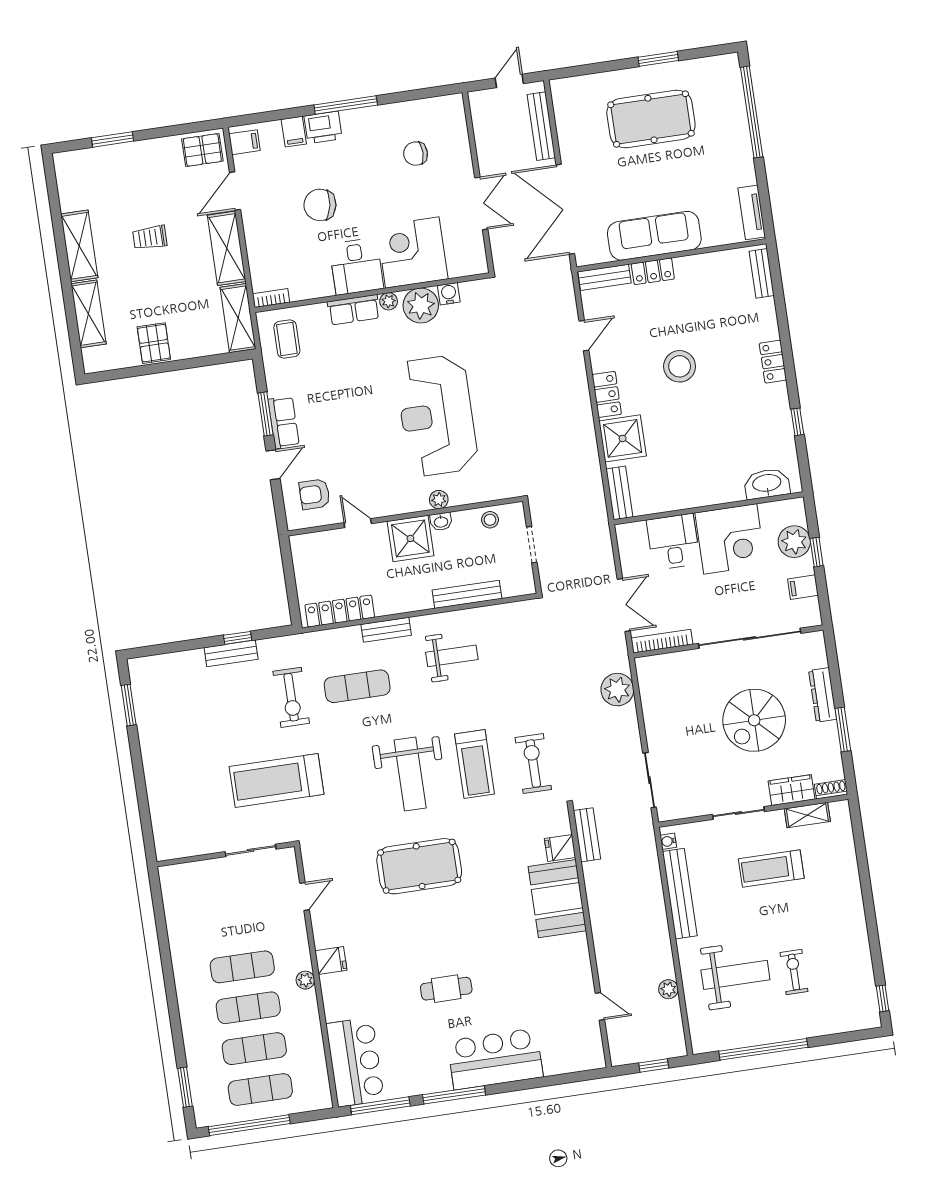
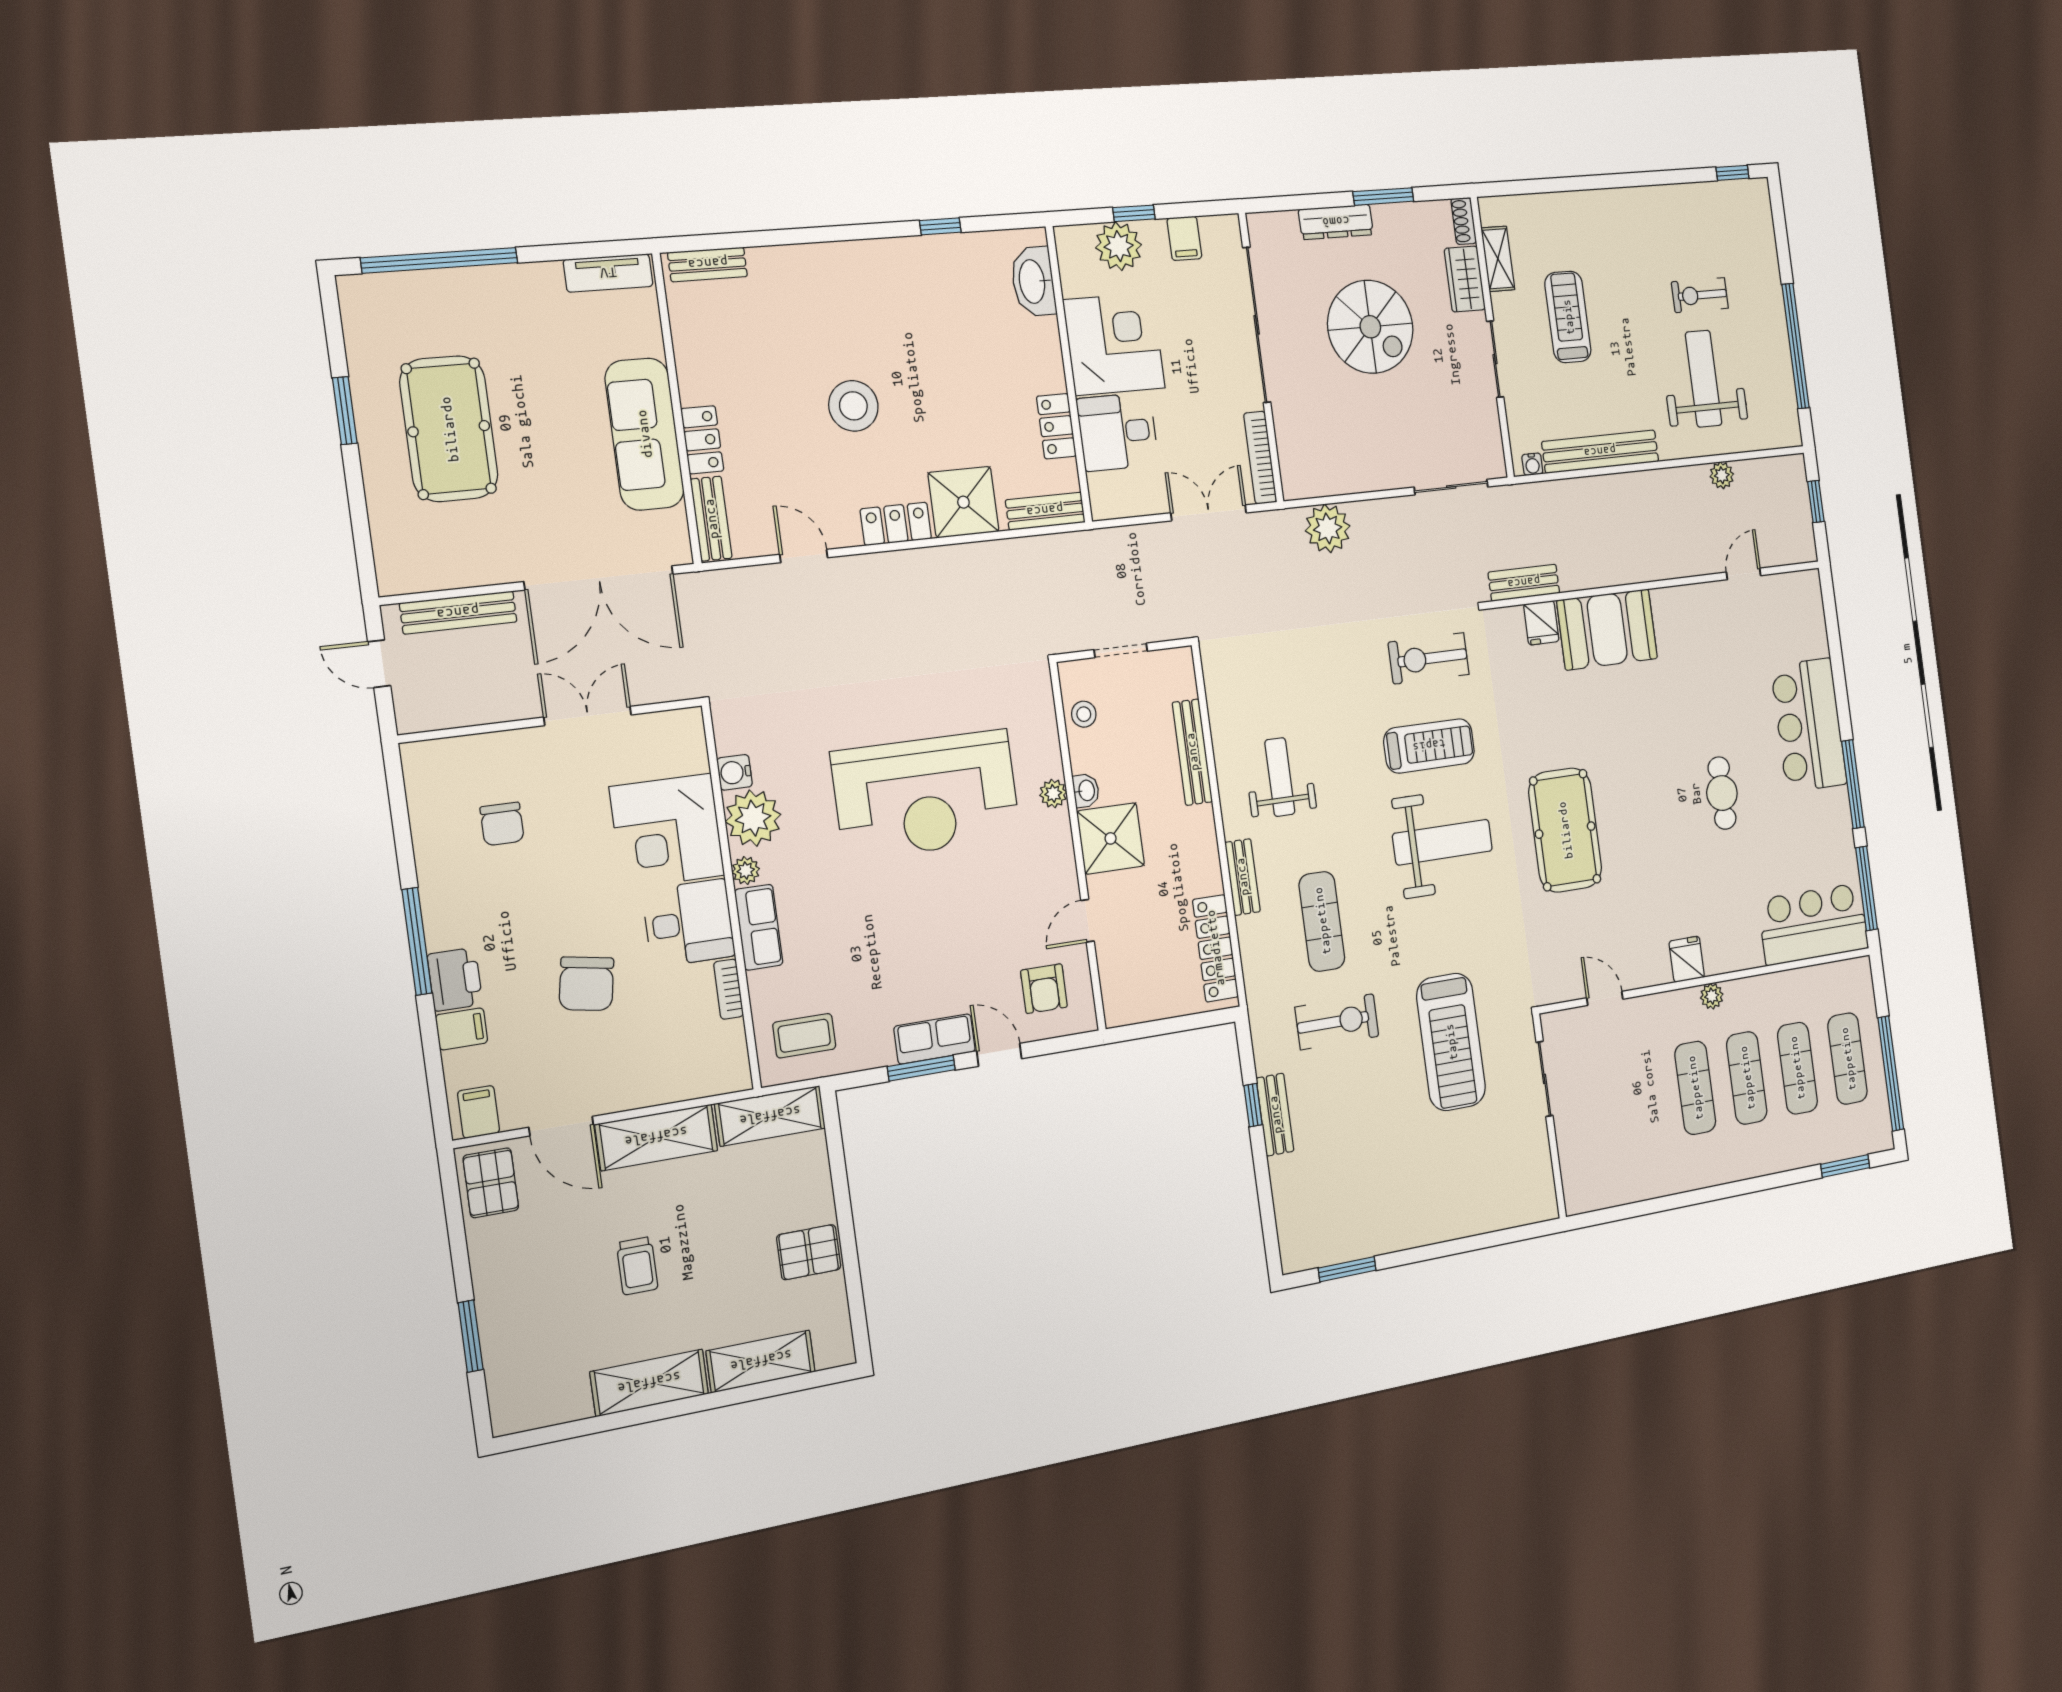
bookcase: (271, 298) -> (729, 989), moved
locker: (773, 362) -> (1056, 426), moved, turned 90
treadmill: (771, 869) -> (1568, 317), turned 180

